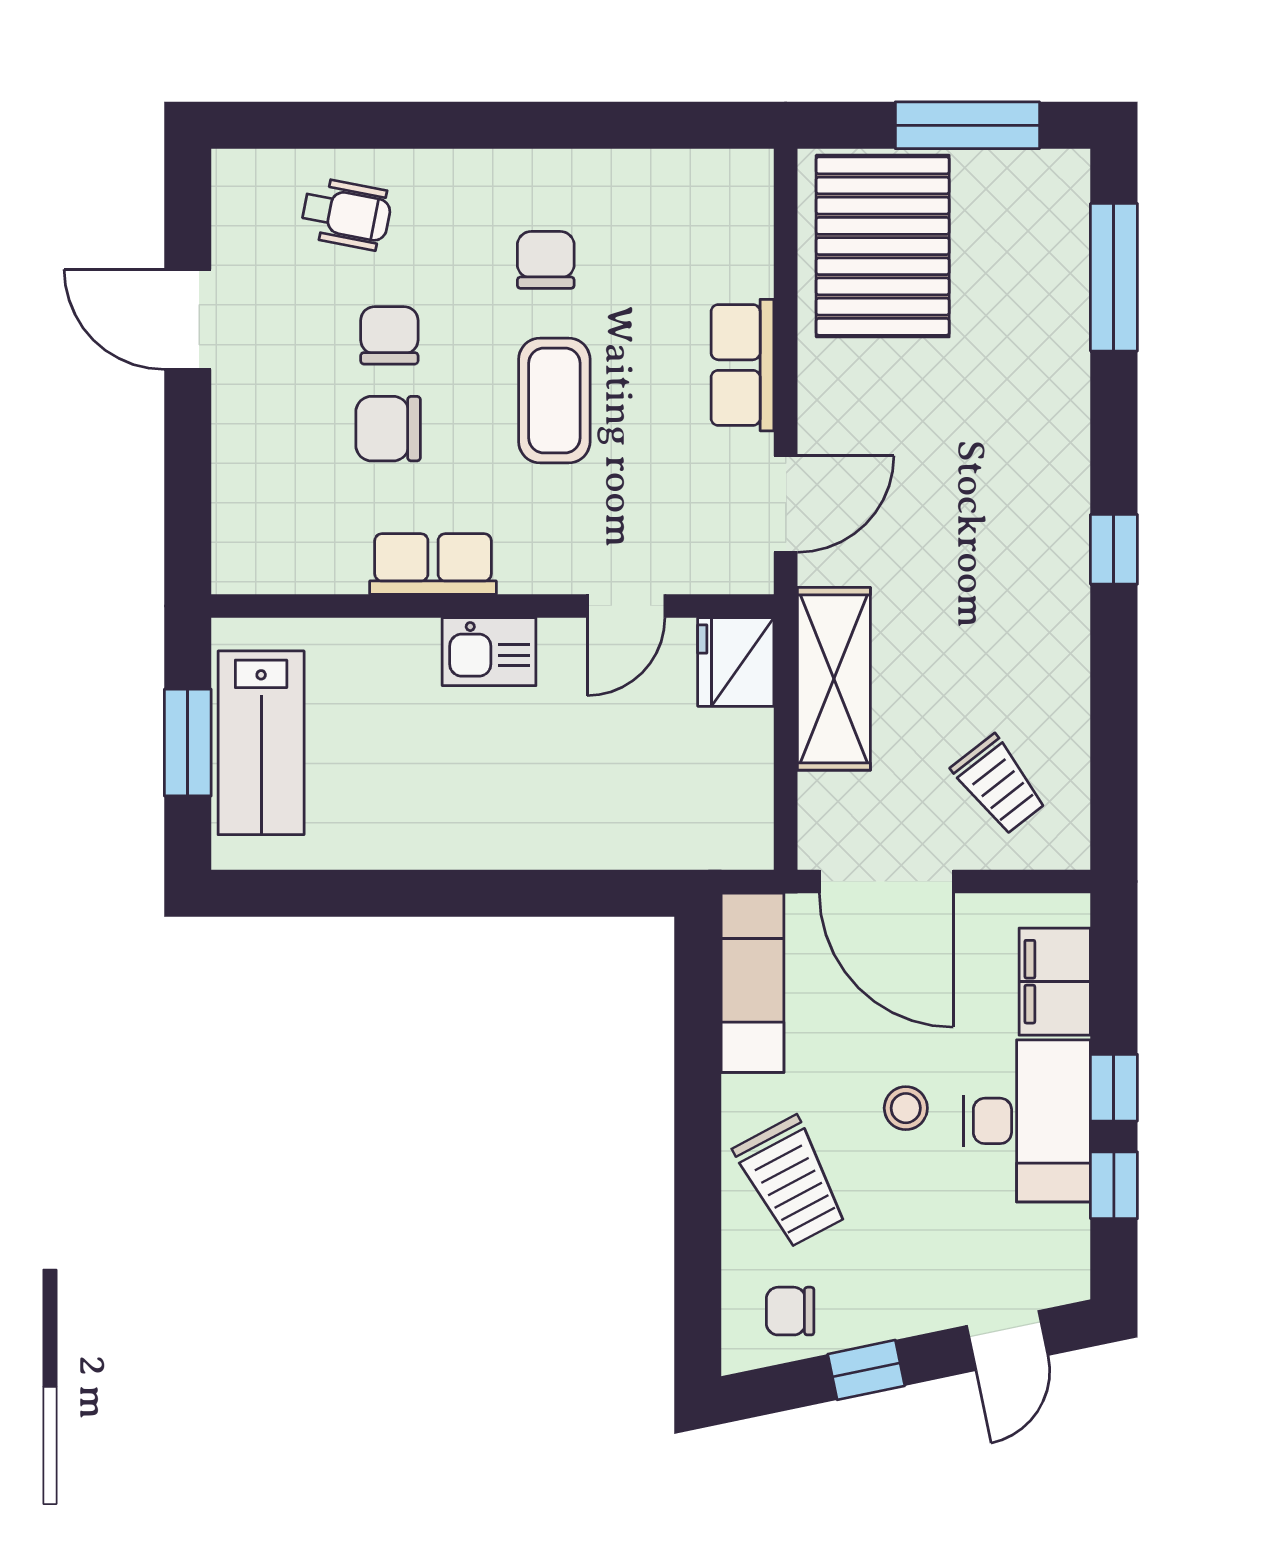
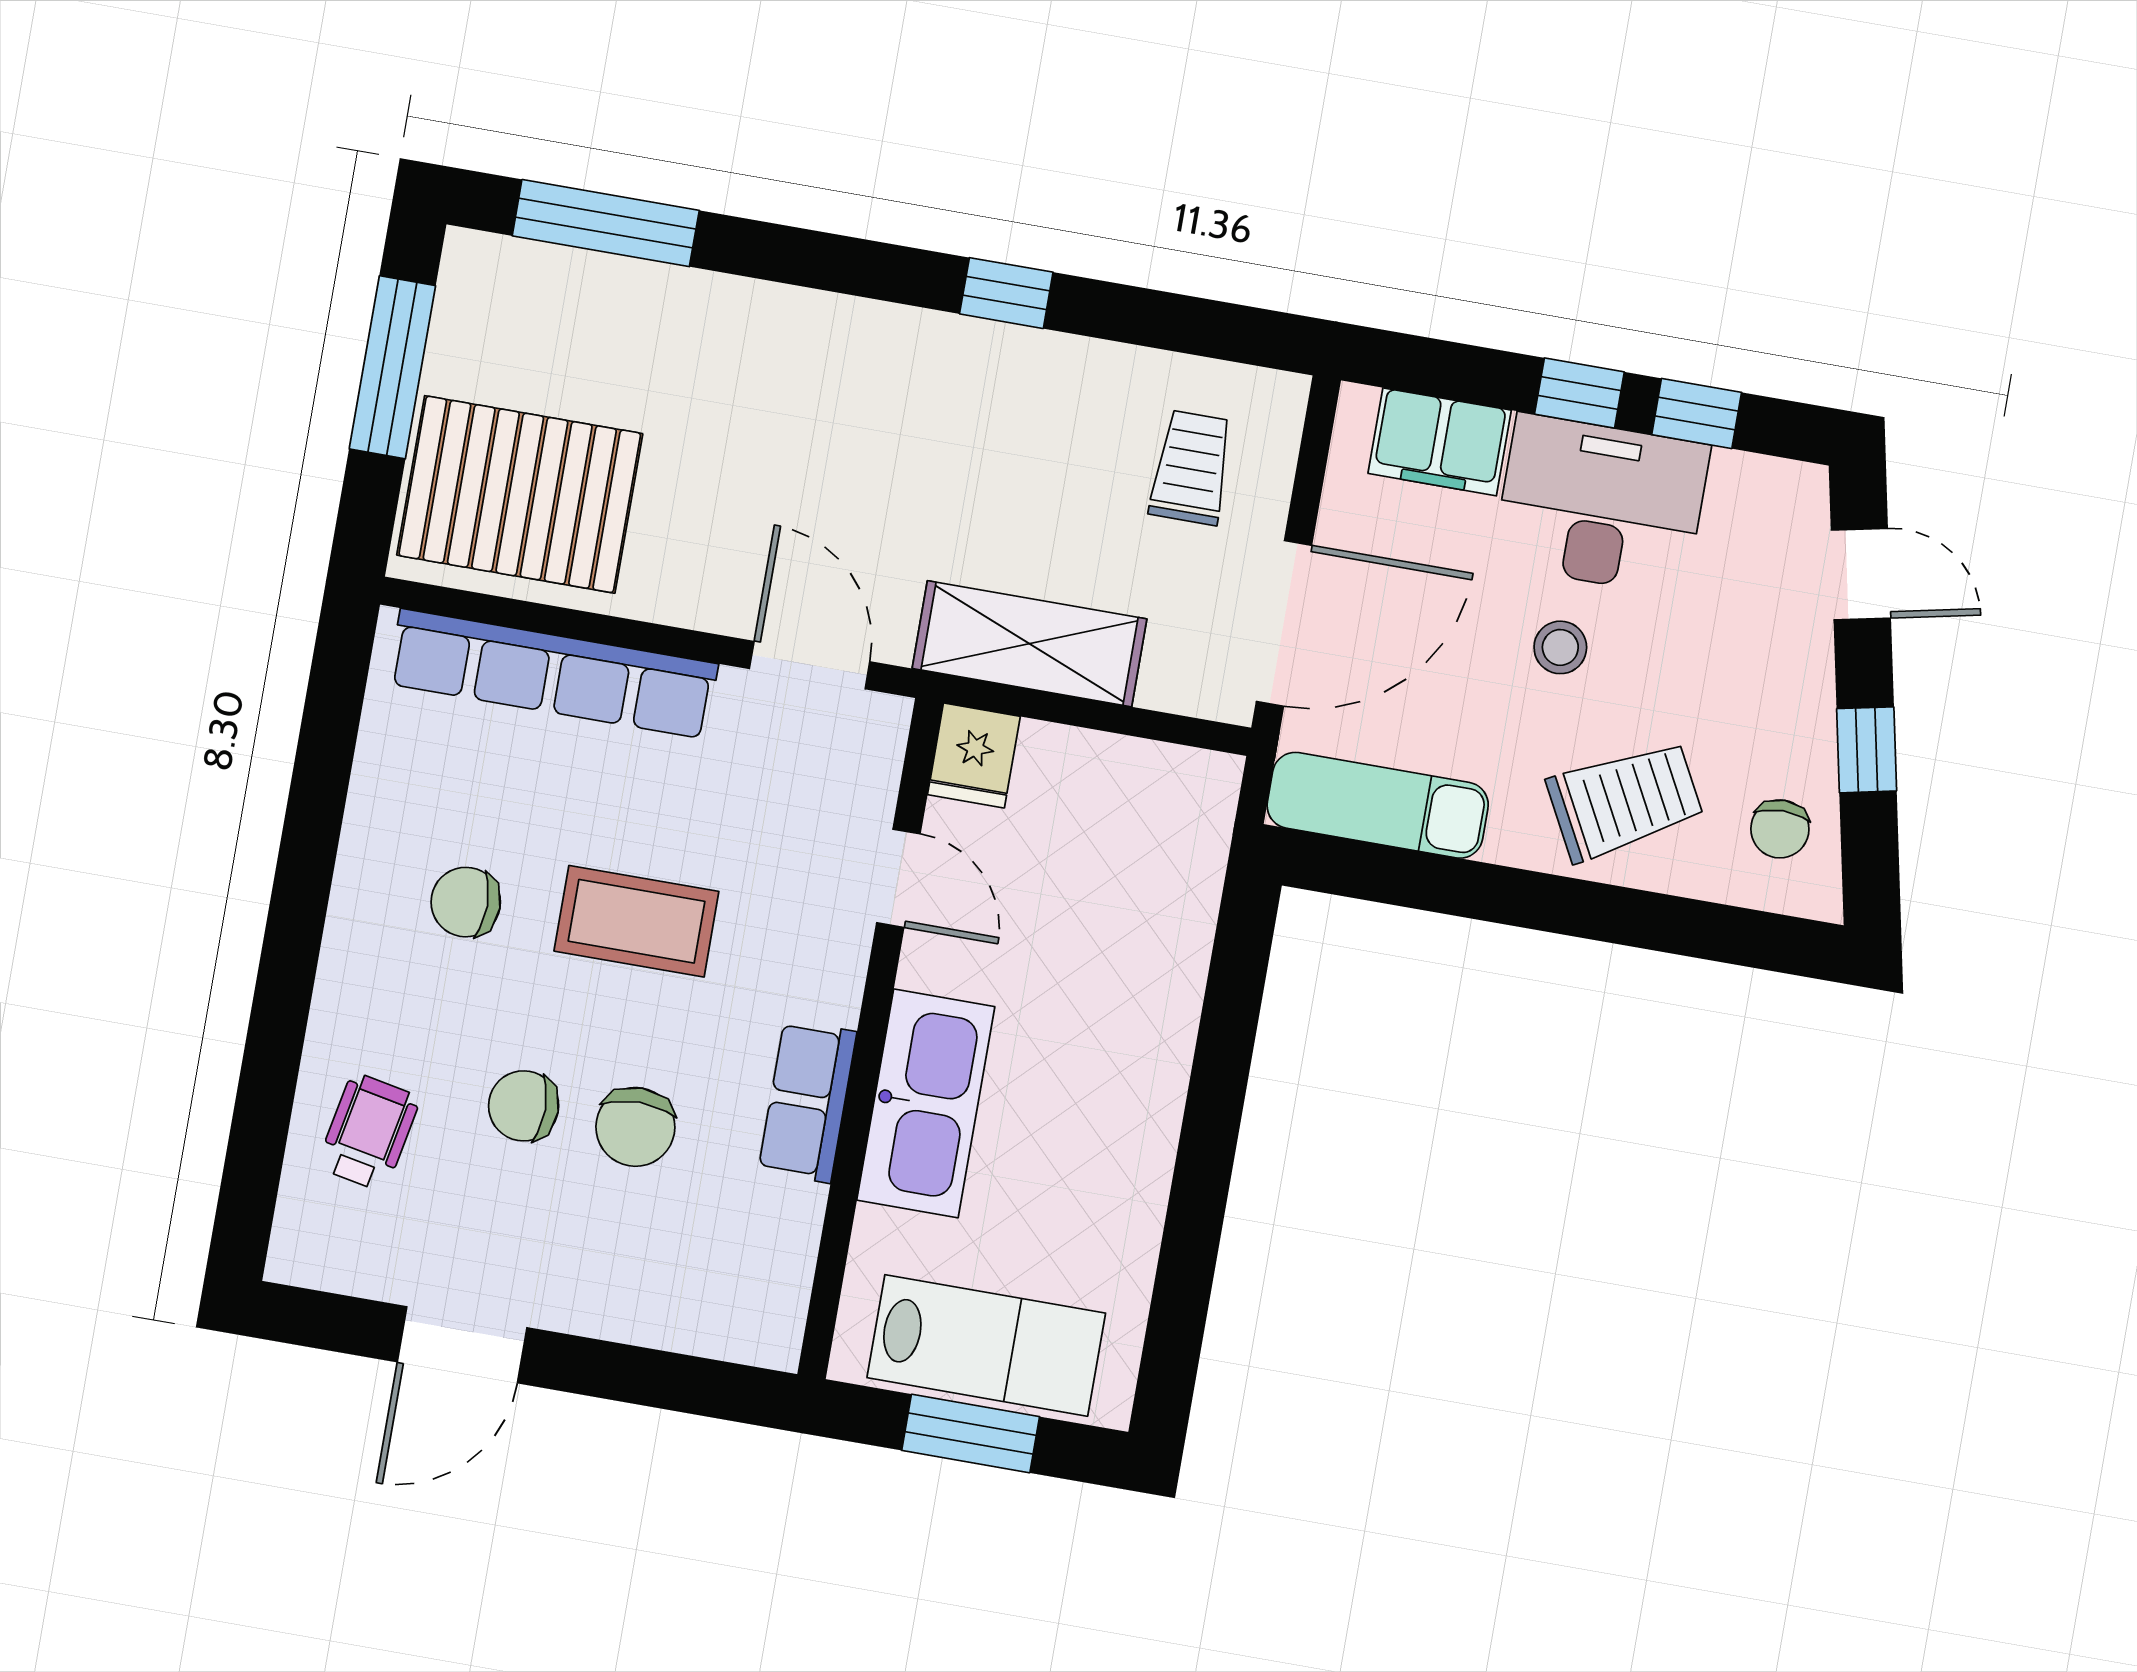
row of seats: (742, 365) -> (553, 674), width x2.02
window: (1114, 549) -> (1006, 293), moved
kitchen sink: (489, 652) -> (926, 1103), width x1.88, depth x1.24
fridge: (736, 662) -> (974, 756), width x0.72
trolley: (999, 785) -> (1191, 468), turned -52

